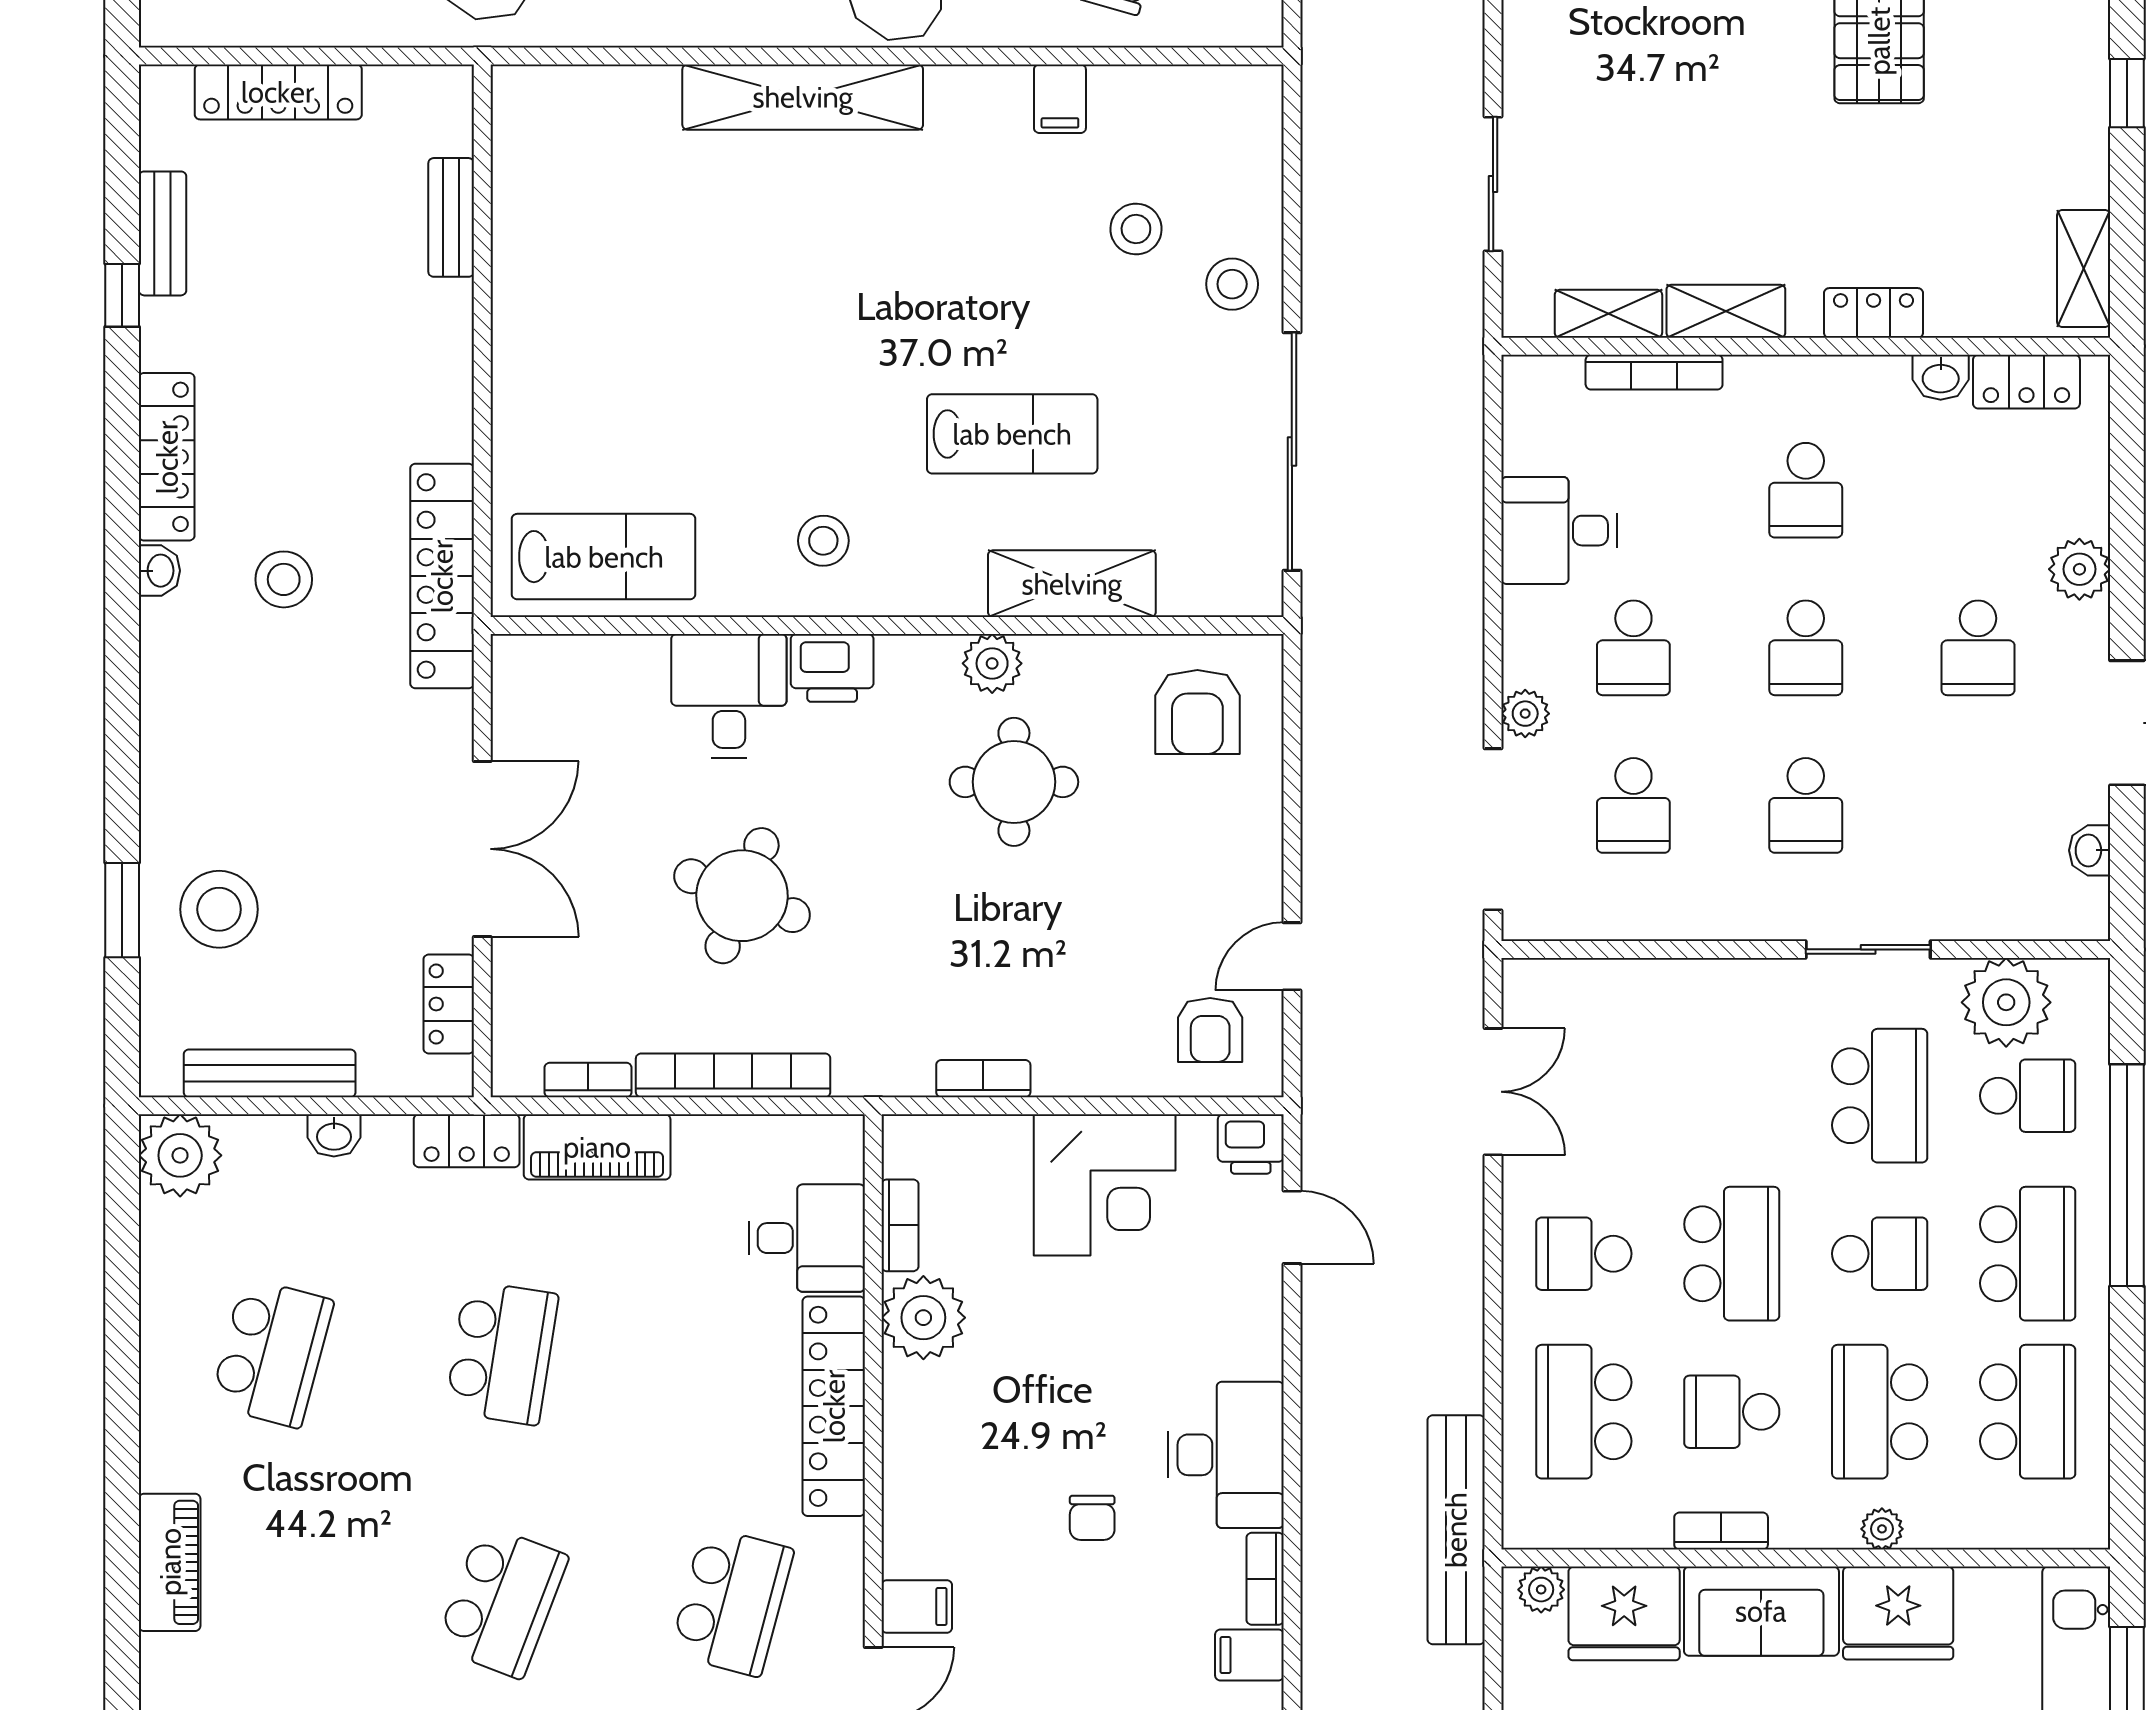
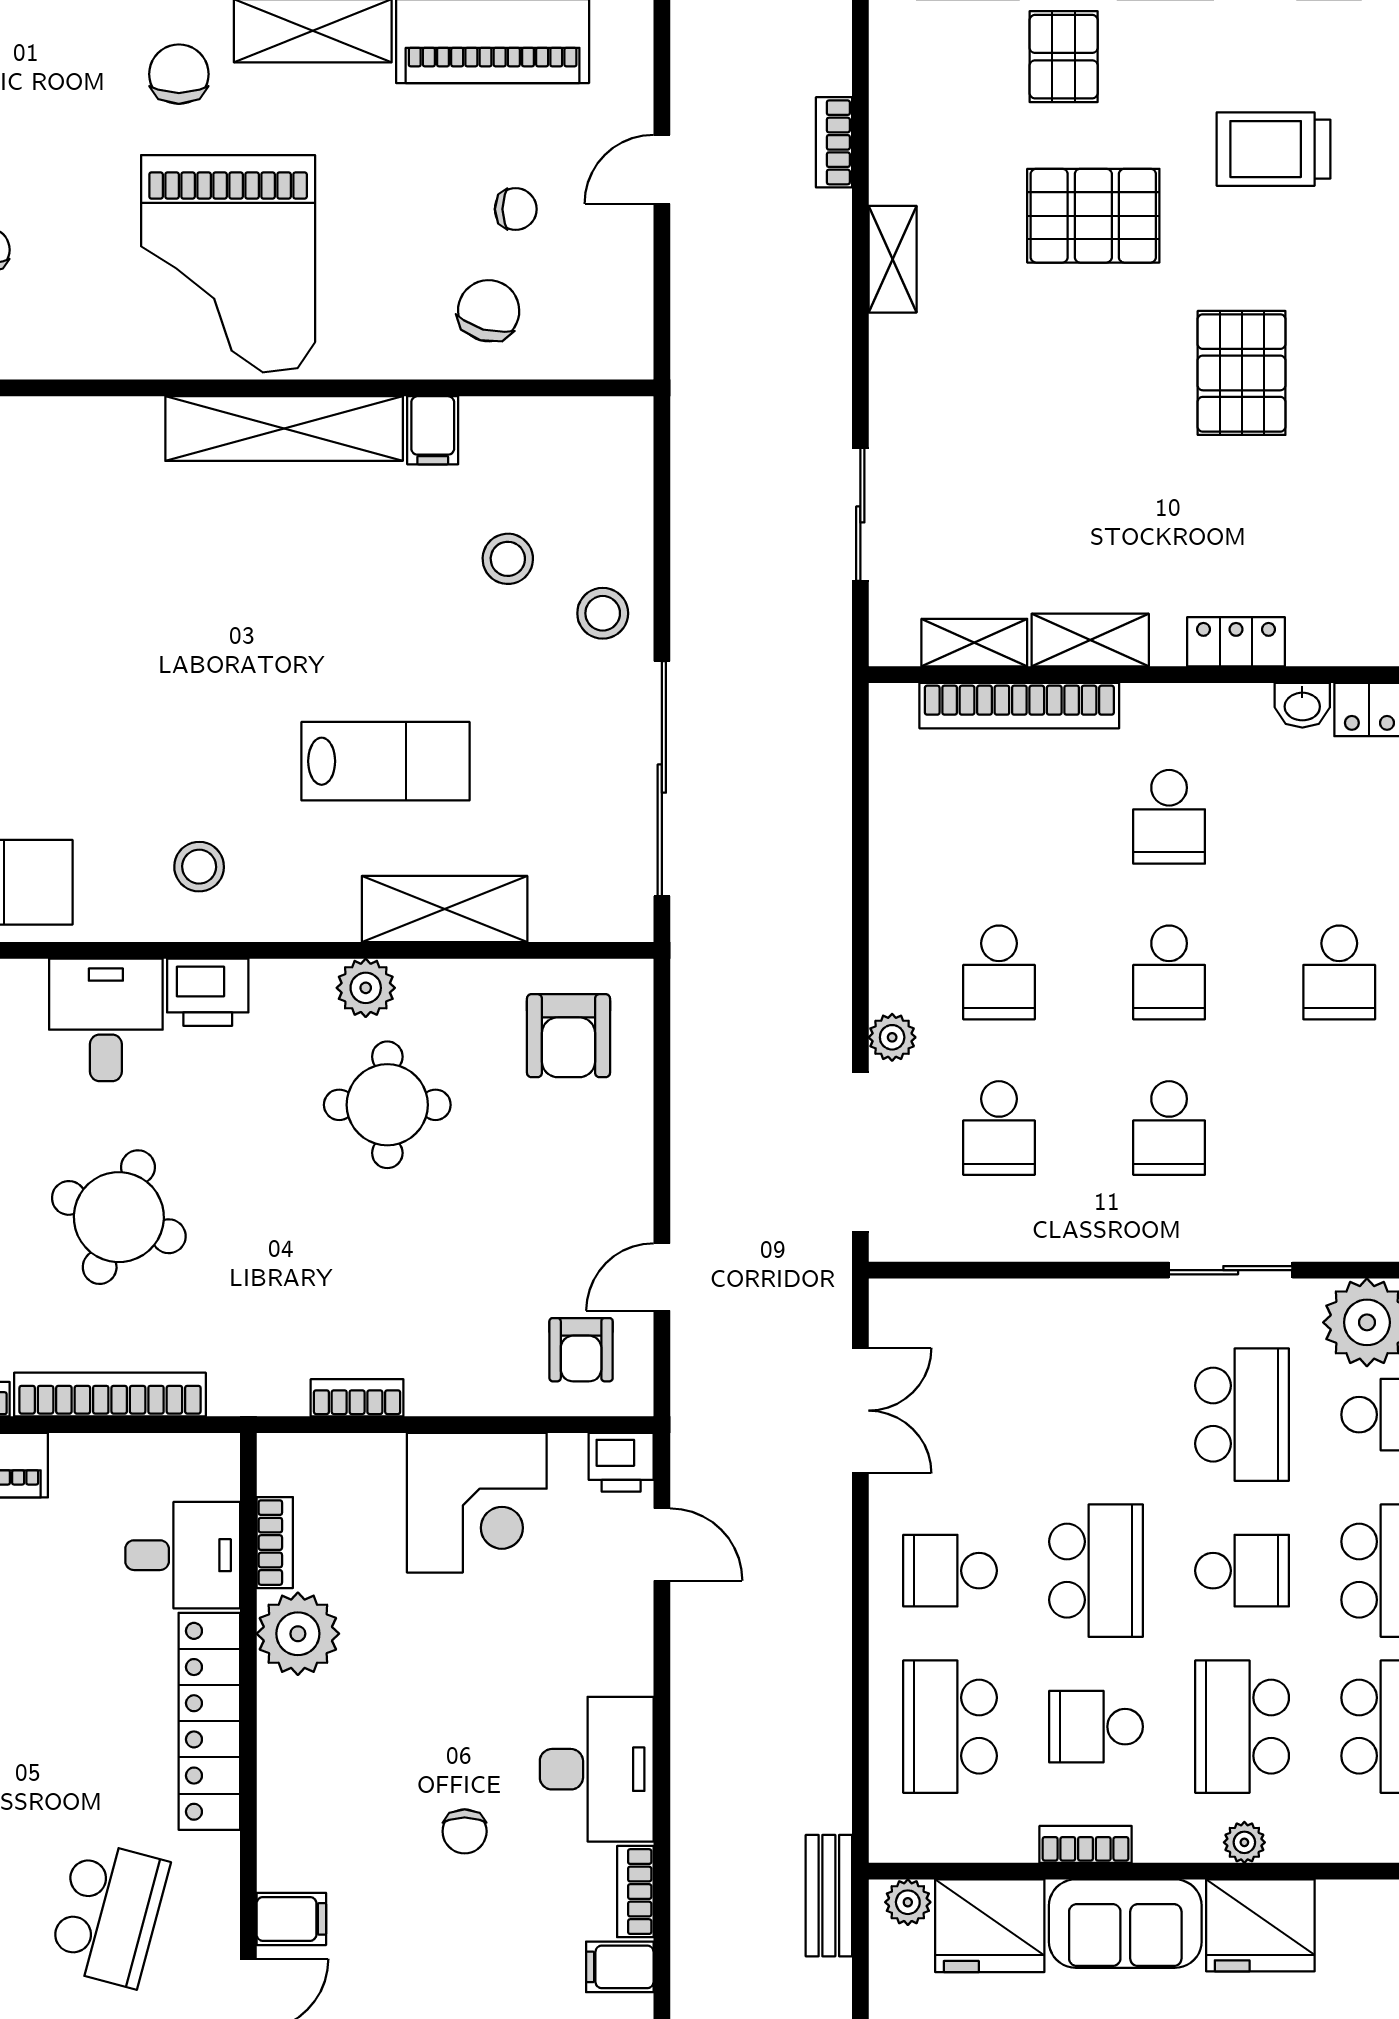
shelving: (803, 97) -> (284, 429), moved
bookcase: (1654, 372) -> (1019, 706), width x1.48, depth x1.31
desk: (1559, 531) -> (926, 857), removed
bench: (1456, 1530) -> (829, 1896), width x0.54, depth x0.82

